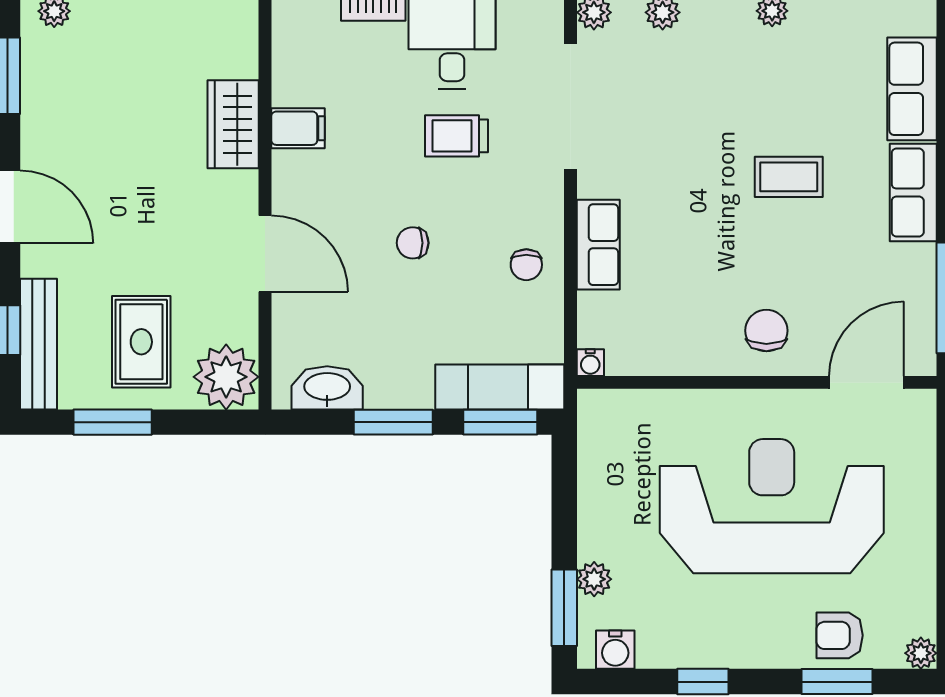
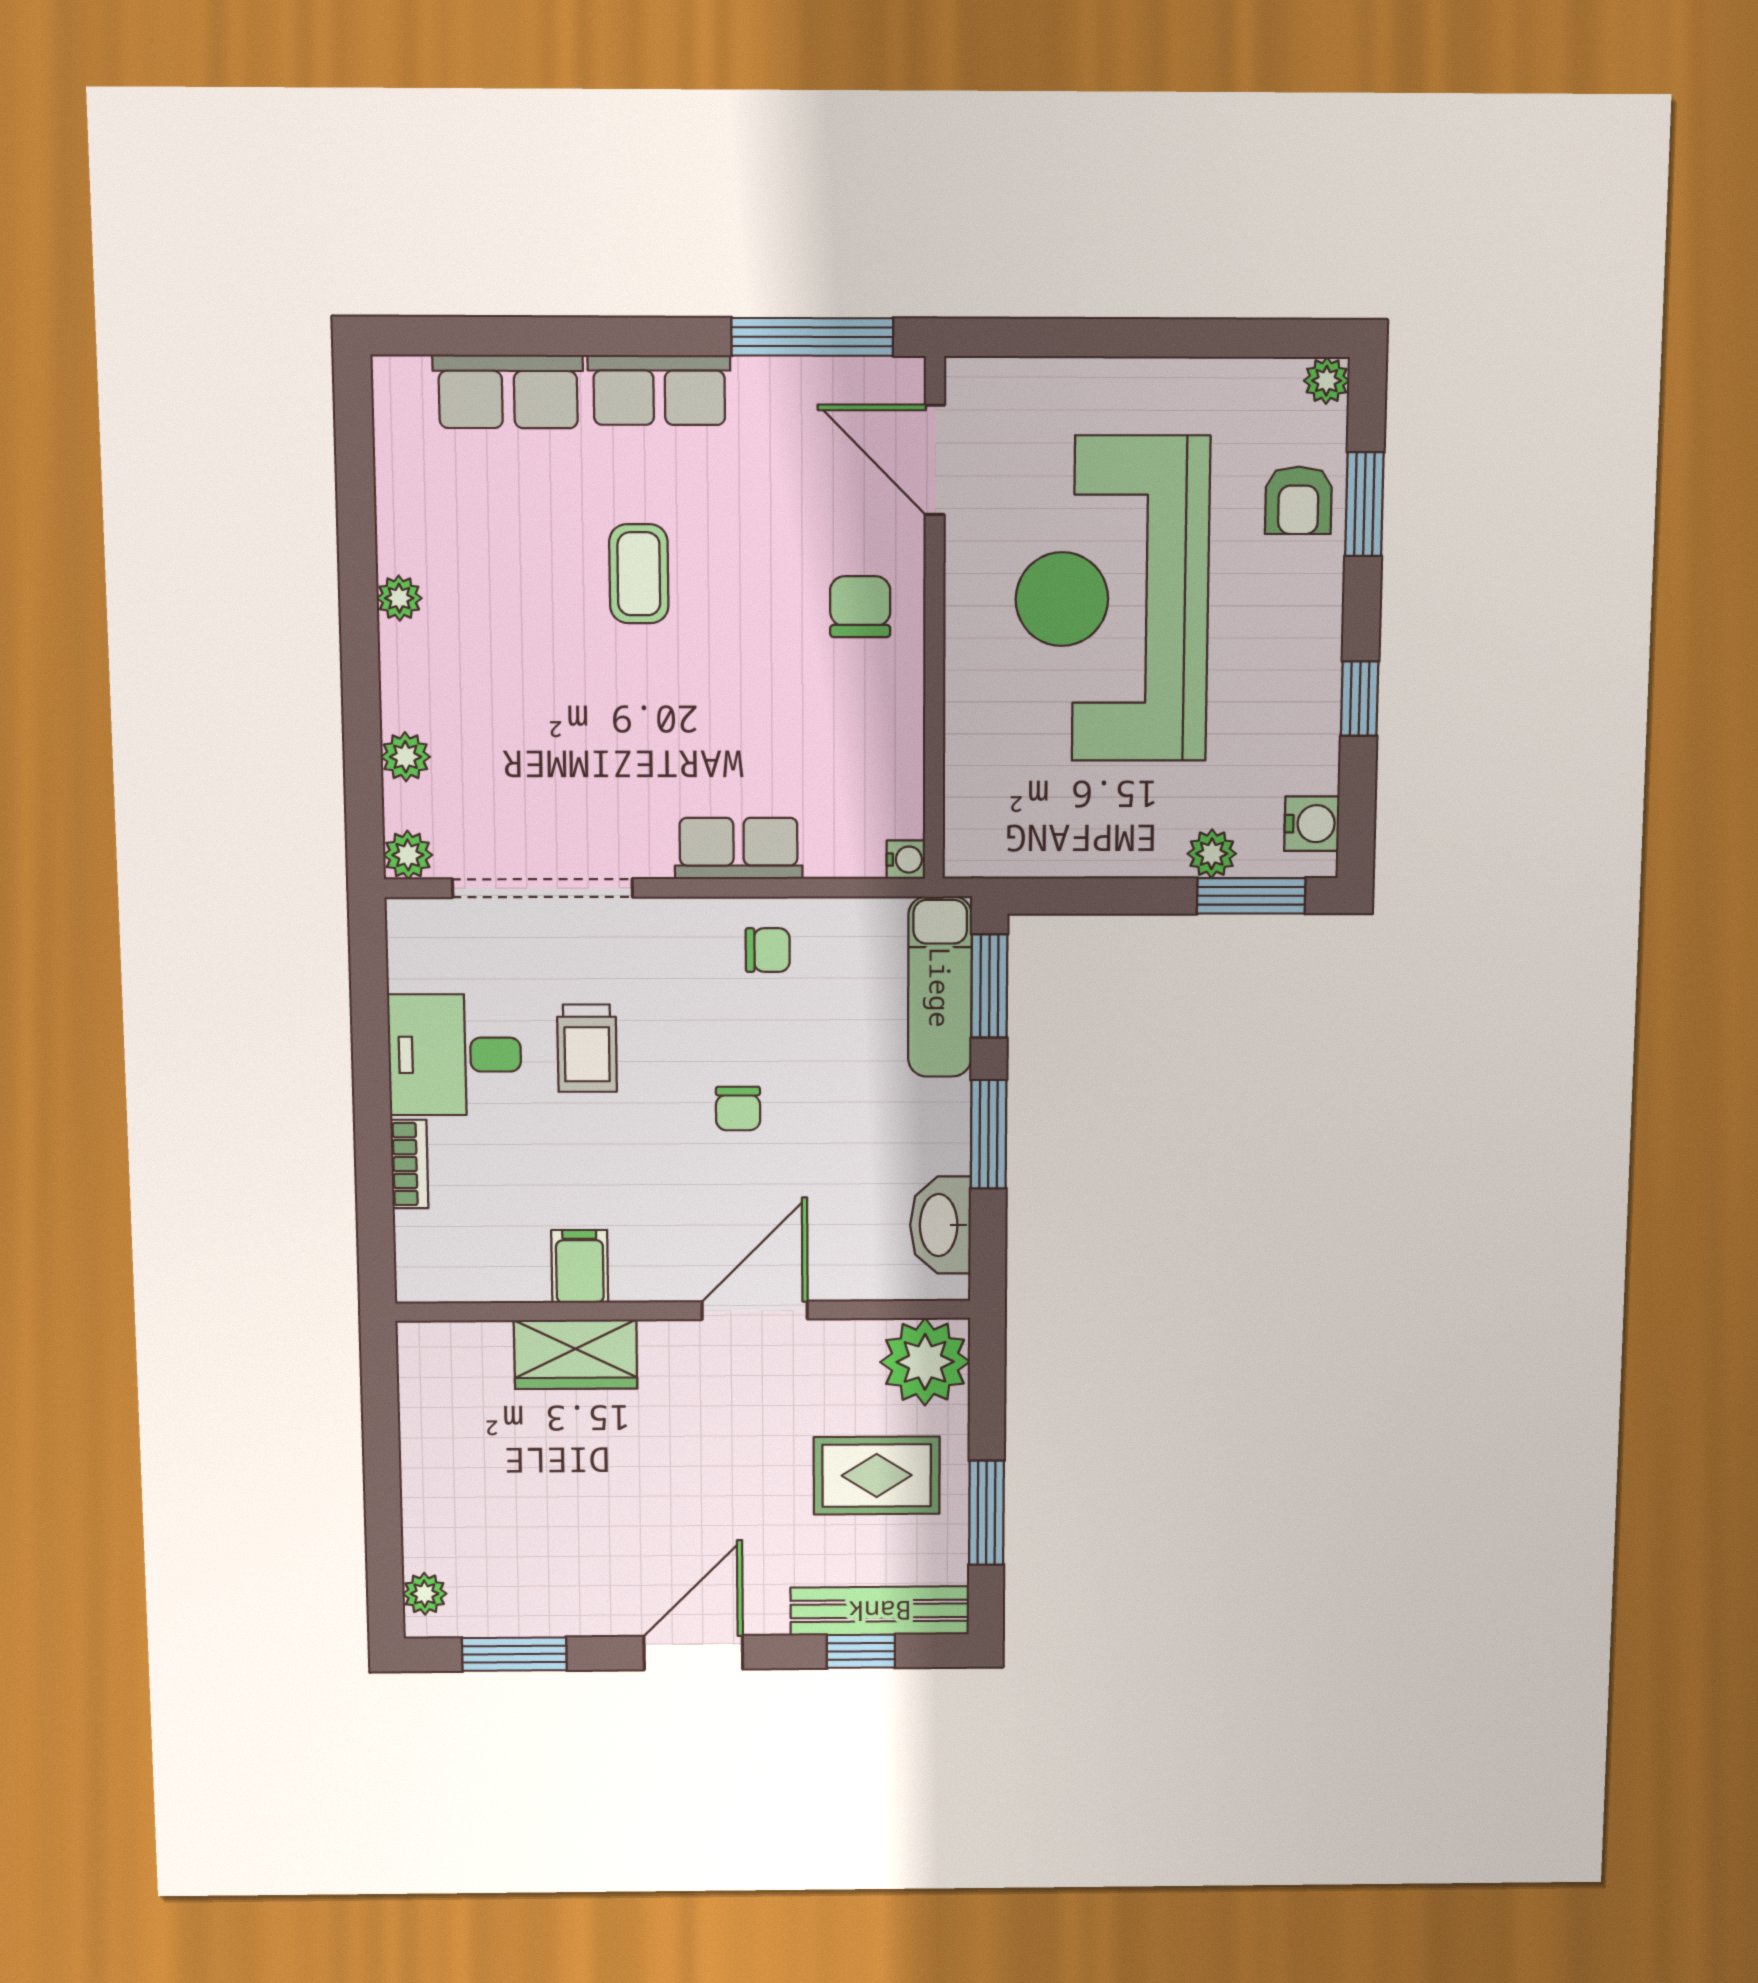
chair: (766, 331) -> (860, 607), turned 90

